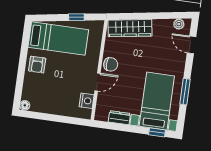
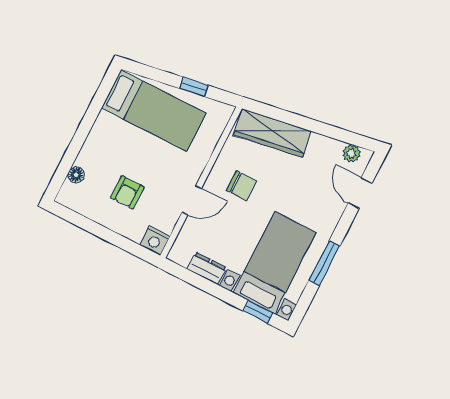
chair: (111, 64) -> (242, 186), moved
armchair: (37, 65) -> (127, 192), moved
nightstand: (87, 101) -> (155, 241), moved, turned 90
floor lamp: (25, 105) -> (76, 175), moved

